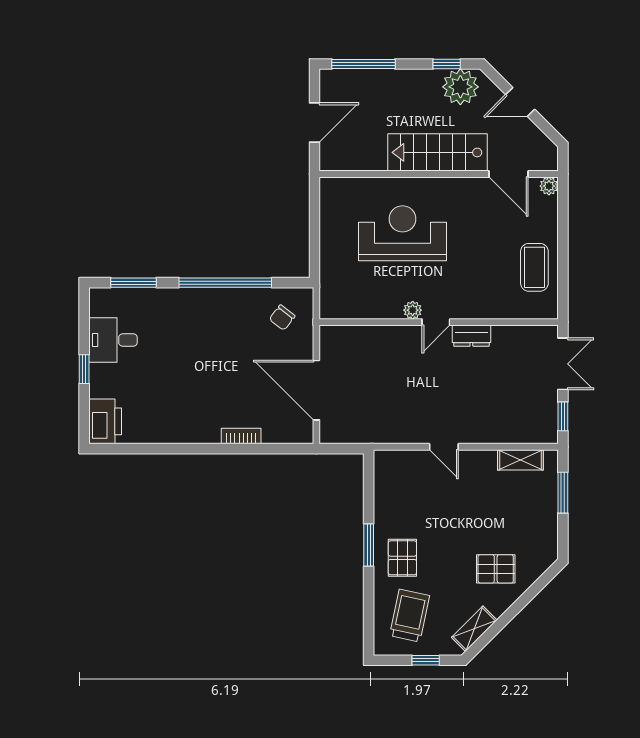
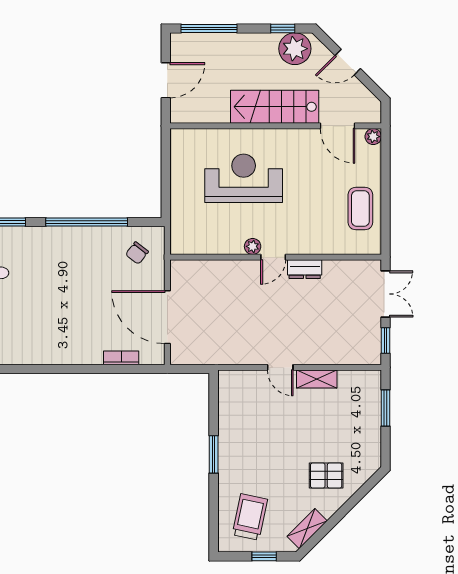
bookcase: (241, 436) -> (121, 358), moved
shelving: (520, 460) -> (317, 379), moved
pallet: (402, 558) -> (244, 466), removed

